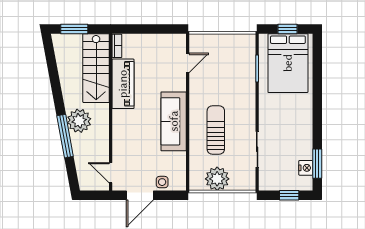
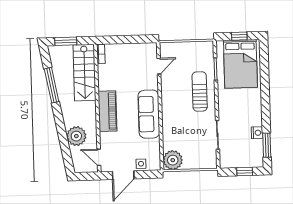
piano: (123, 84) -> (108, 111), moved
plant: (79, 121) -> (76, 136), moved
sun lounger: (216, 130) -> (200, 91), moved
window: (65, 136) -> (52, 85), moved
nightstand: (306, 168) -> (257, 133), moved
plant: (217, 179) -> (173, 160), moved

